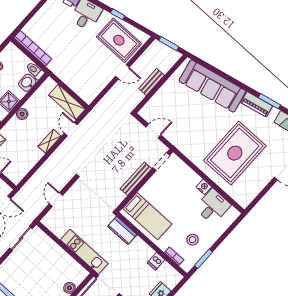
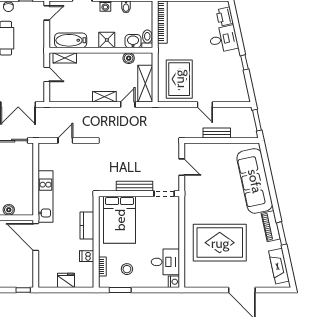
rug: (119, 40) -> (179, 79), moved
boiler: (22, 114) -> (129, 58), moved
nightstand: (204, 187) -> (174, 282), moved
bed: (147, 216) -> (120, 220), width x1.50
kitchen counter: (122, 230) -> (87, 226), moved

